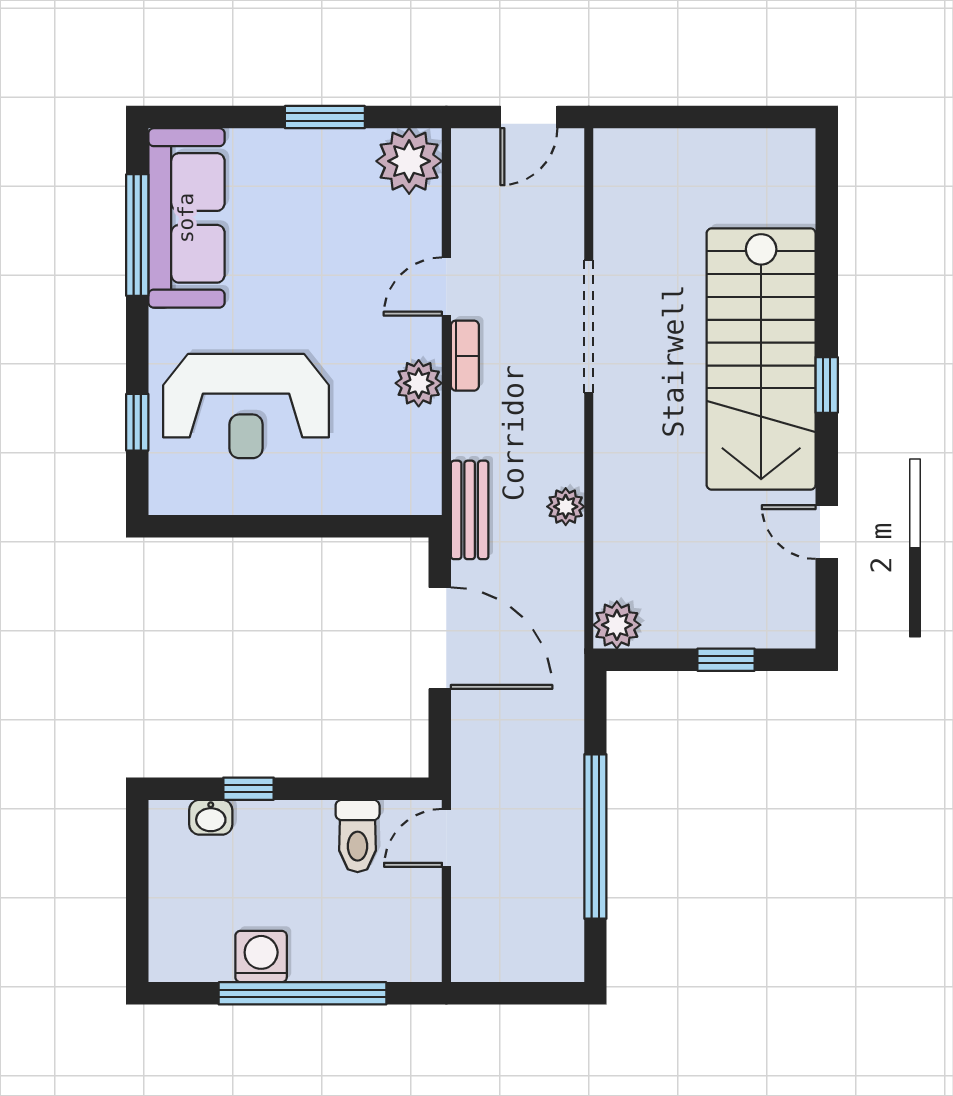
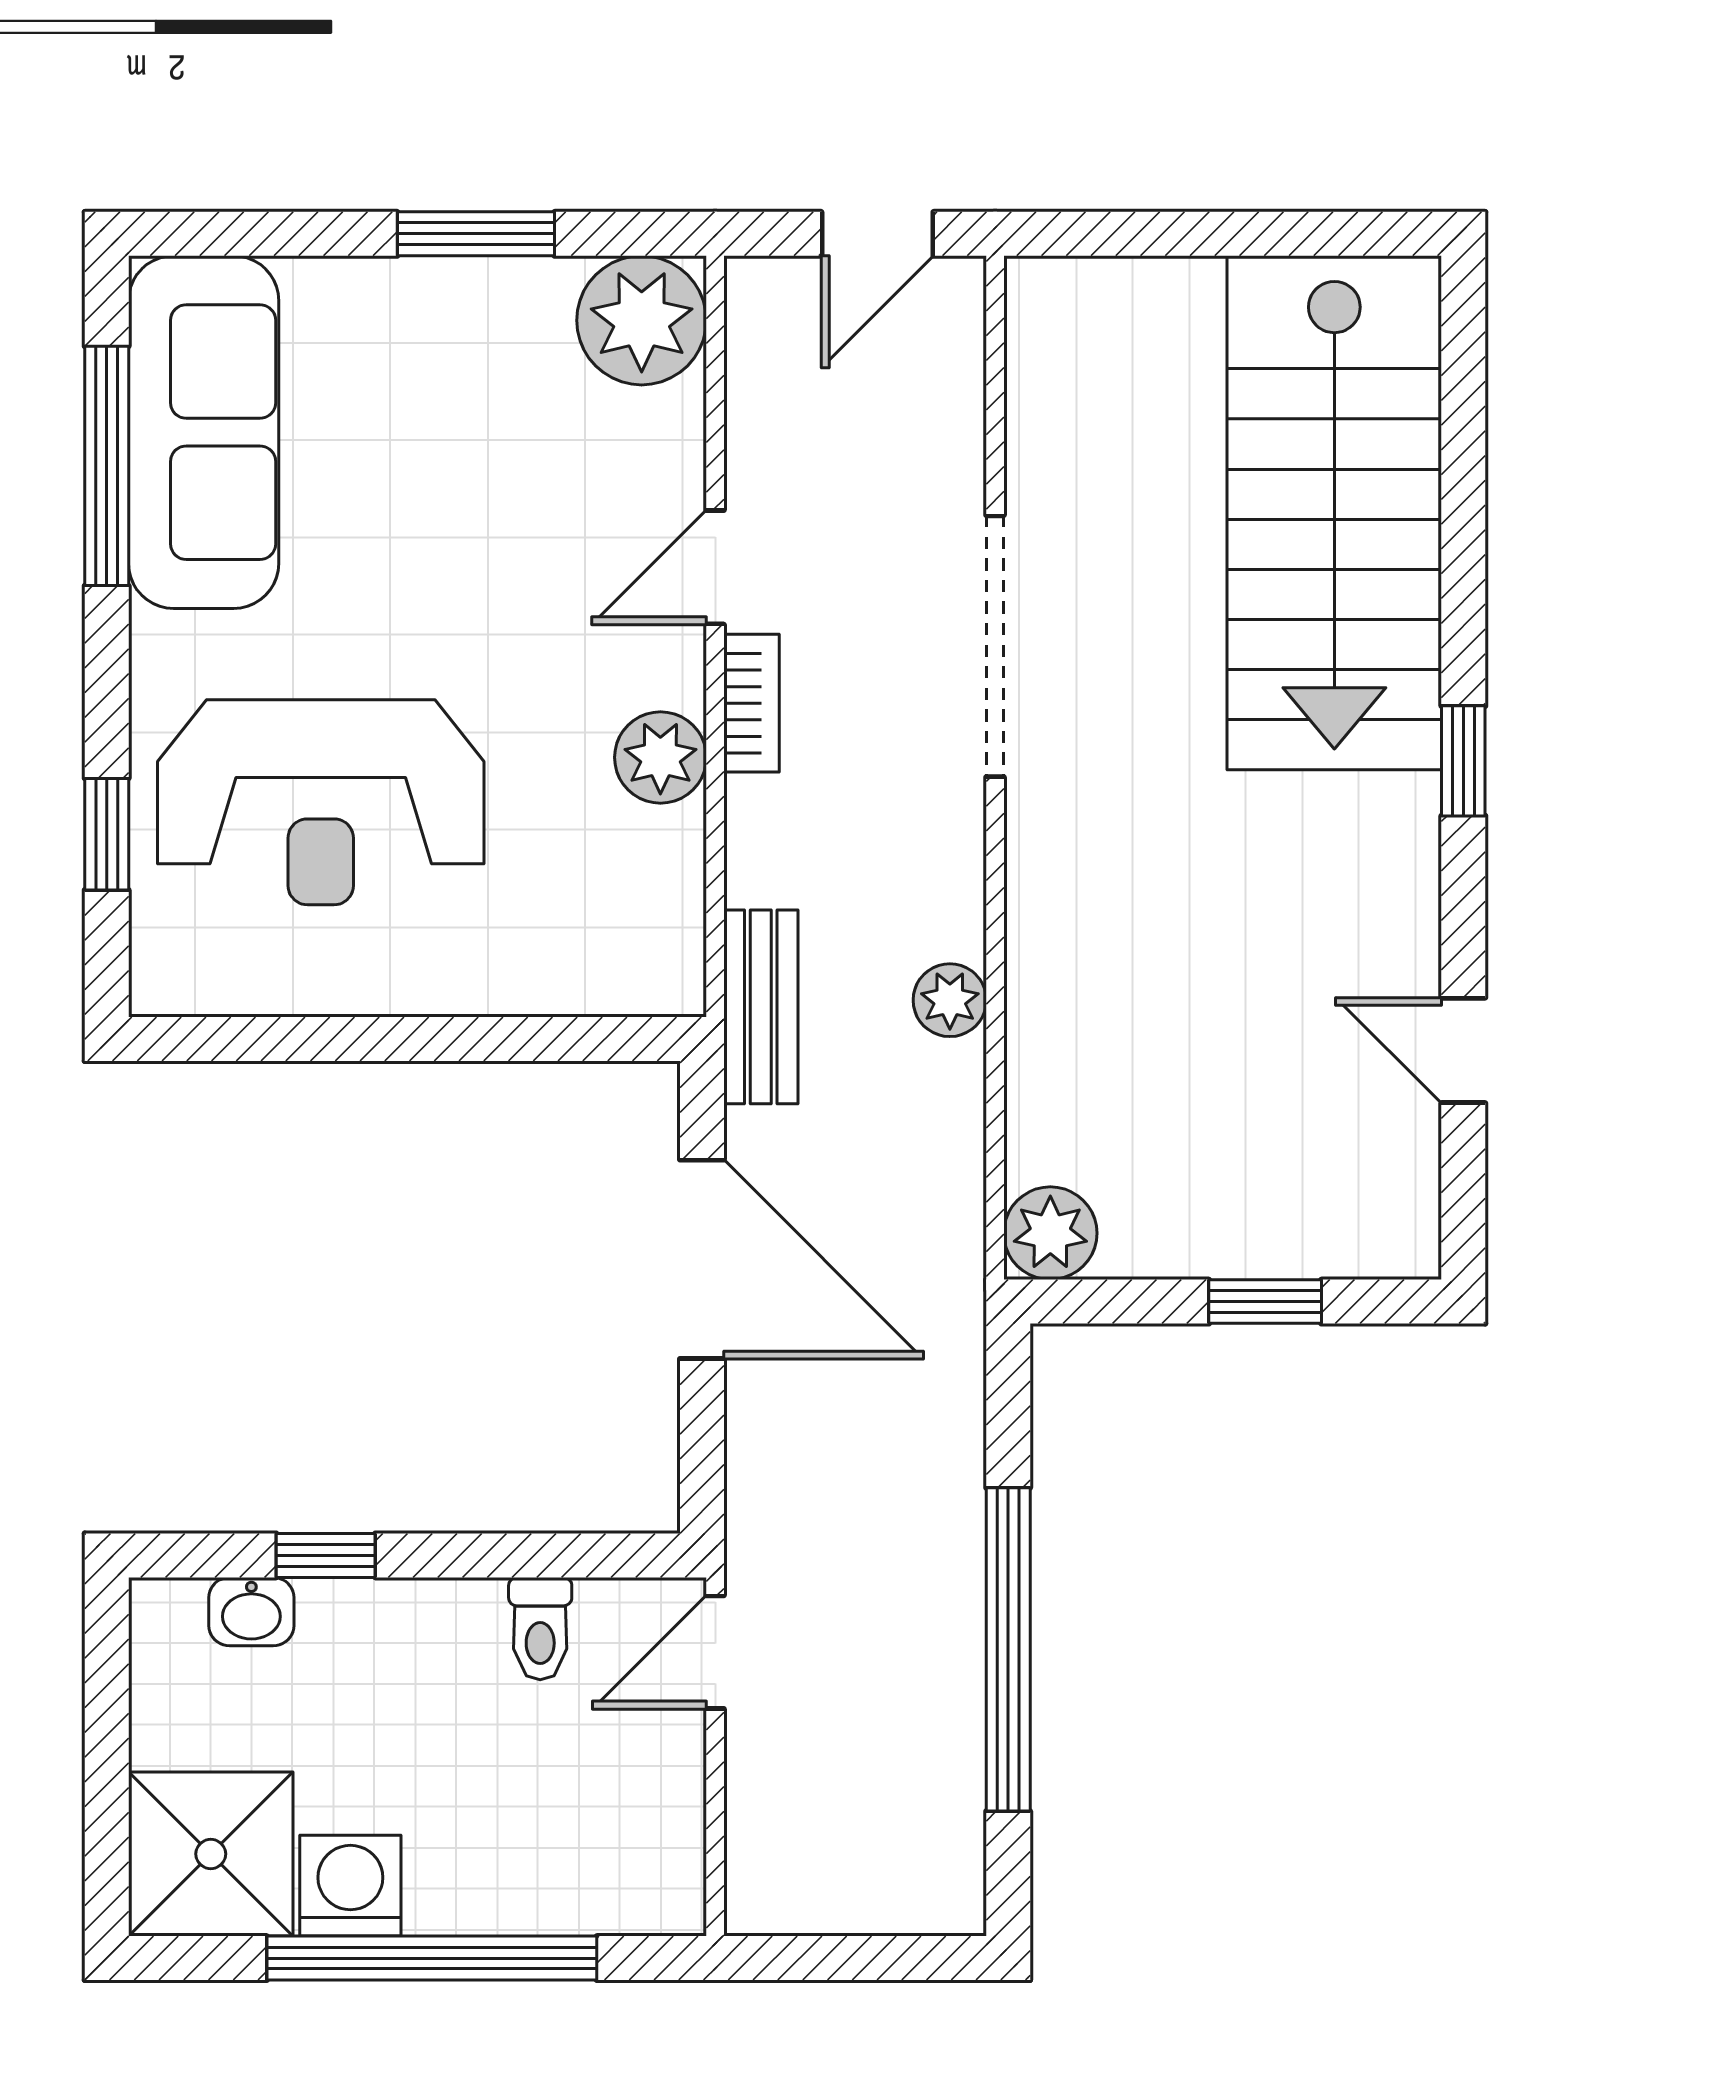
stairs: (761, 359) -> (1334, 513), moved
toilet: (358, 836) -> (540, 1629), width x0.73, depth x0.72
shower: (190, 940) -> (211, 1854), added

